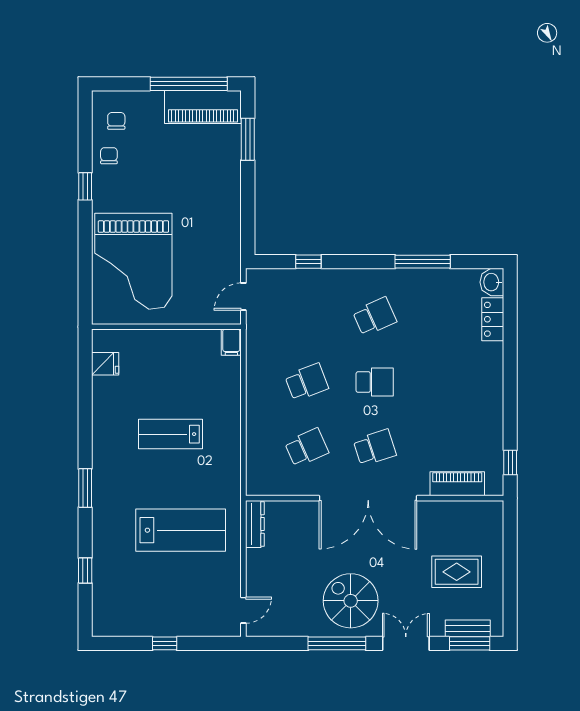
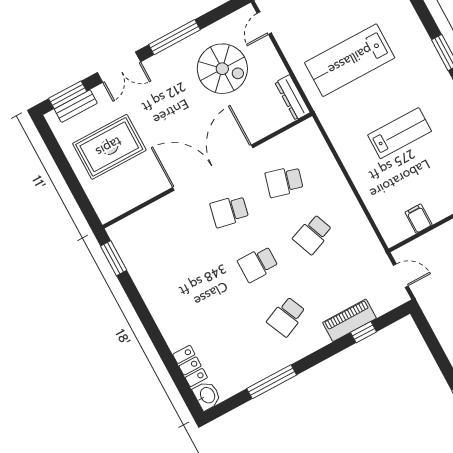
door: (243, 297) -> (401, 276), hinge flipped
filing cabinet: (231, 342) -> (419, 219), moved
school desk: (307, 448) -> (284, 182), turned 39
school desk: (375, 448) -> (229, 211), turned 30
window: (510, 463) -> (114, 258), width x1.50
piano: (457, 484) -> (349, 320), moved, turned 180
rug: (457, 572) -> (109, 147), width x1.36, depth x1.43
spiral stairs: (351, 601) -> (222, 69), moved

